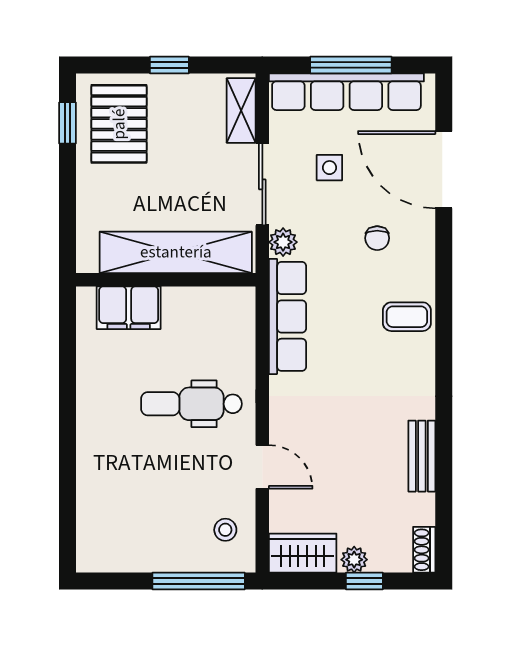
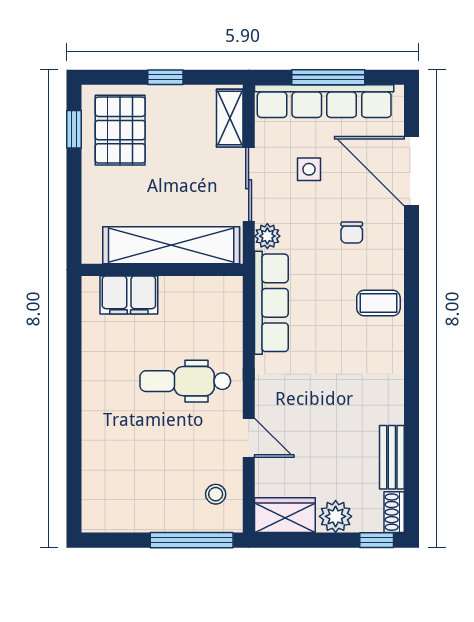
bench: (422, 456) -> (392, 457), moved
plant: (354, 560) -> (336, 516), width x1.38, depth x1.38
window: (364, 581) -> (377, 540), moved

